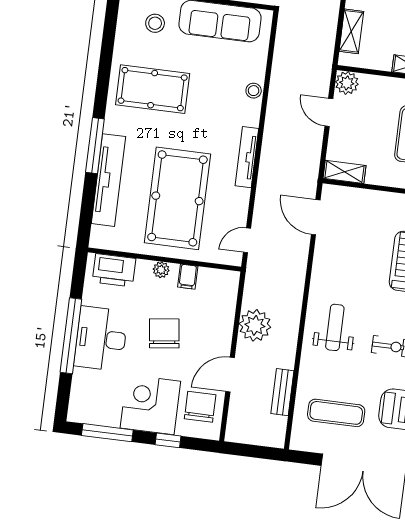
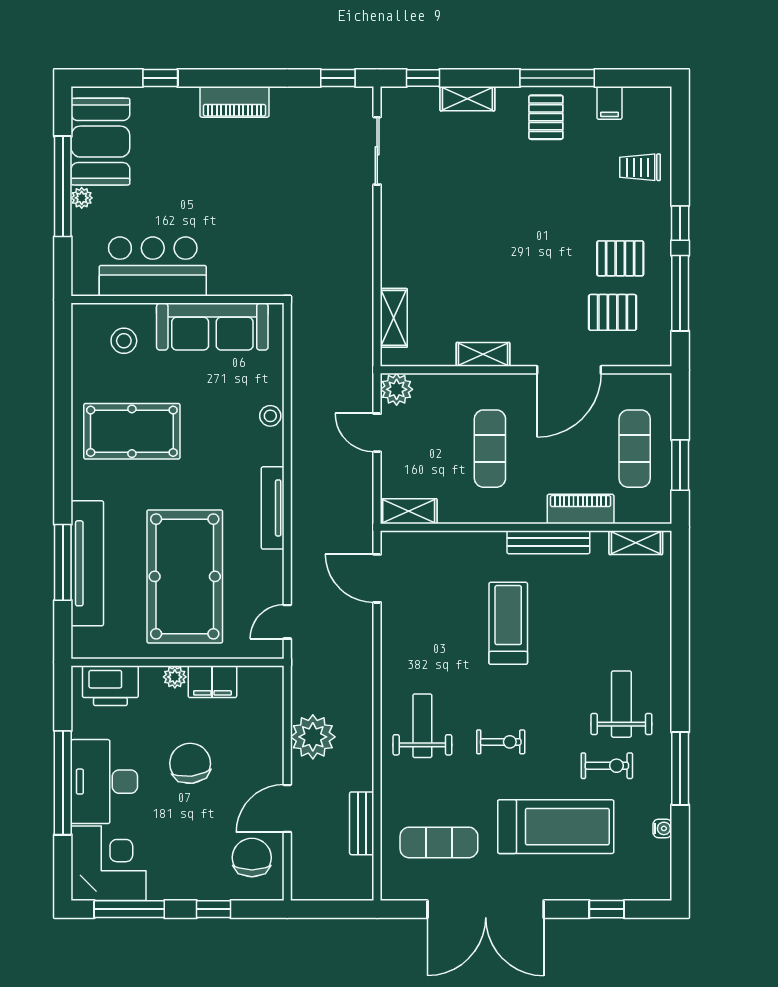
window: (95, 146) -> (63, 562), moved
filing cabinet: (188, 277) -> (212, 682), width x2.00
corner desk: (150, 405) -> (109, 863), moved, turned 90

